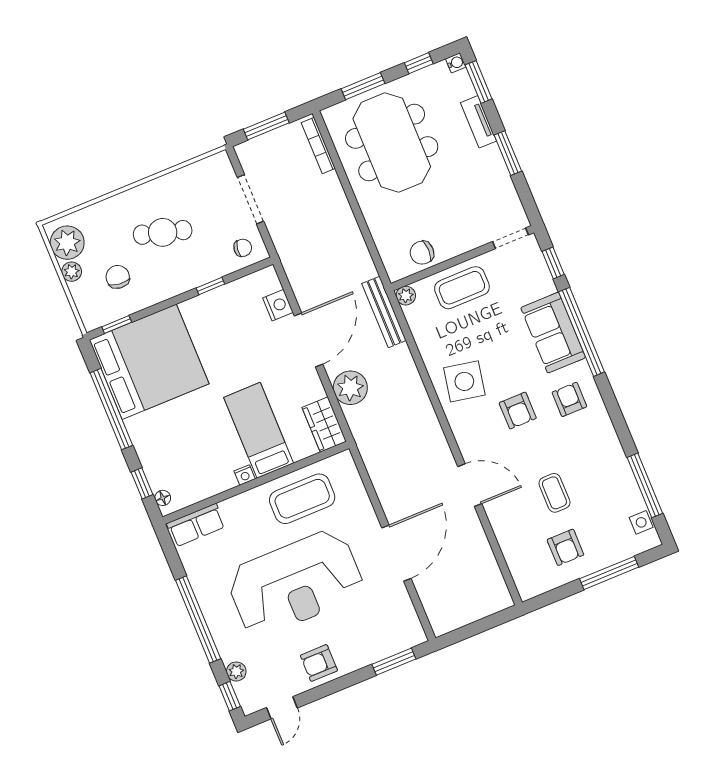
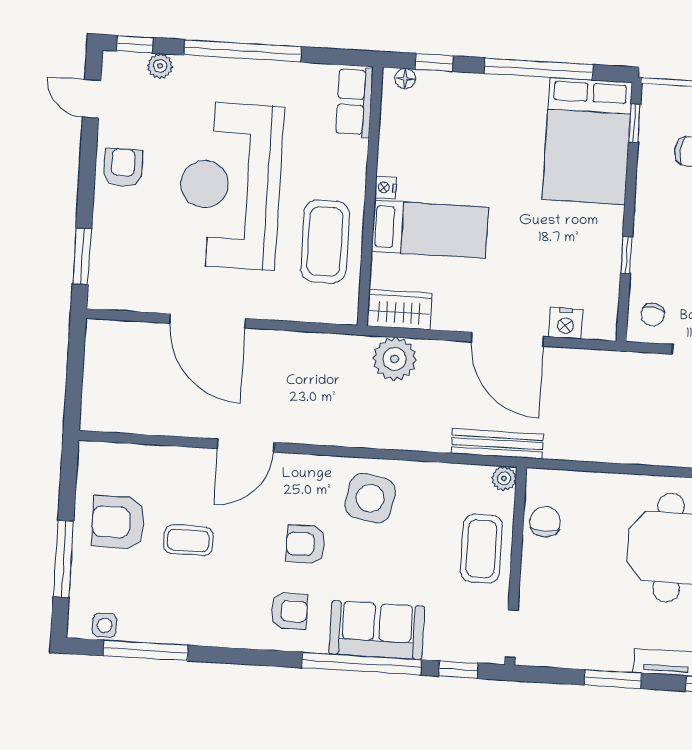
bed: (149, 362) -> (587, 141), width x0.73
plant: (350, 388) -> (395, 359), moved
armchair: (565, 547) -> (118, 522), width x1.38, depth x1.38

